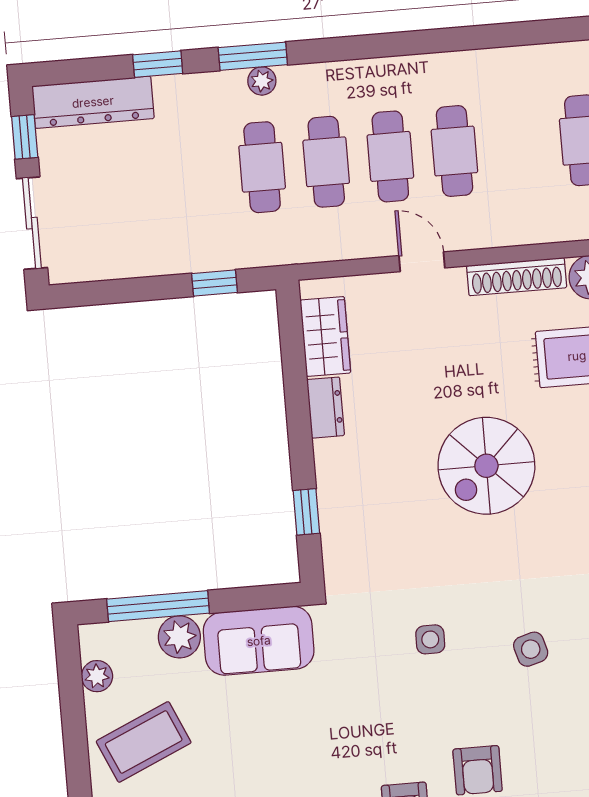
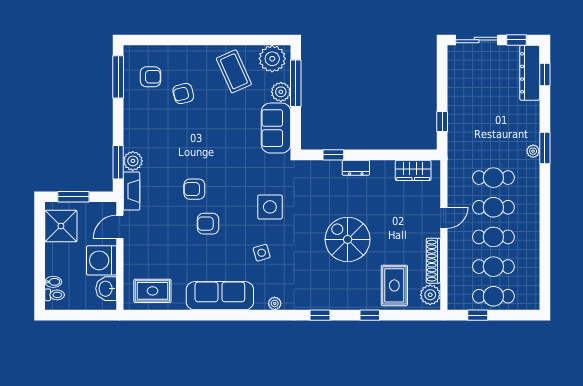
window: (158, 64) -> (545, 75), moved
cafe table: (262, 167) -> (493, 267), moved
dresser: (326, 408) -> (356, 168), moved
side table: (430, 639) -> (270, 207), width x1.87, depth x1.87
plant: (97, 676) -> (272, 59), width x1.87, depth x1.87

